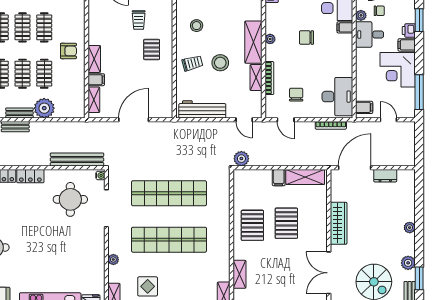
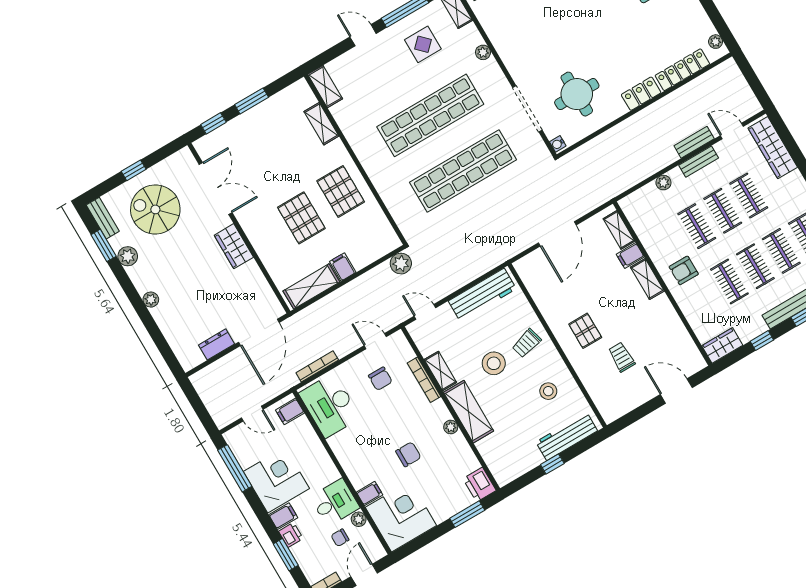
plant: (44, 108) -> (663, 183), width x0.53, depth x0.53
bench: (77, 160) -> (597, 146), removed
wardrobe: (339, 223) -> (234, 246), width x0.67

